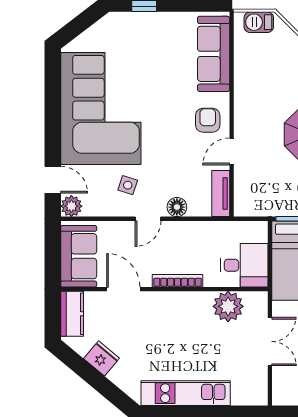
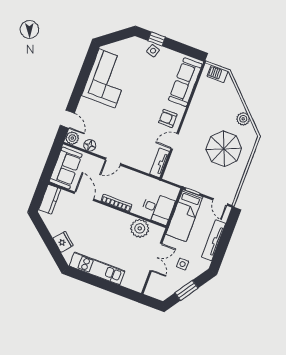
corner sofa: (101, 109) -> (107, 78), width x0.73, depth x0.74
armchair: (208, 120) -> (168, 118), turned -90
side table: (128, 185) -> (153, 51), moved
floor lamp: (177, 207) -> (90, 145), moved
fridge: (102, 358) -> (63, 242), moved

